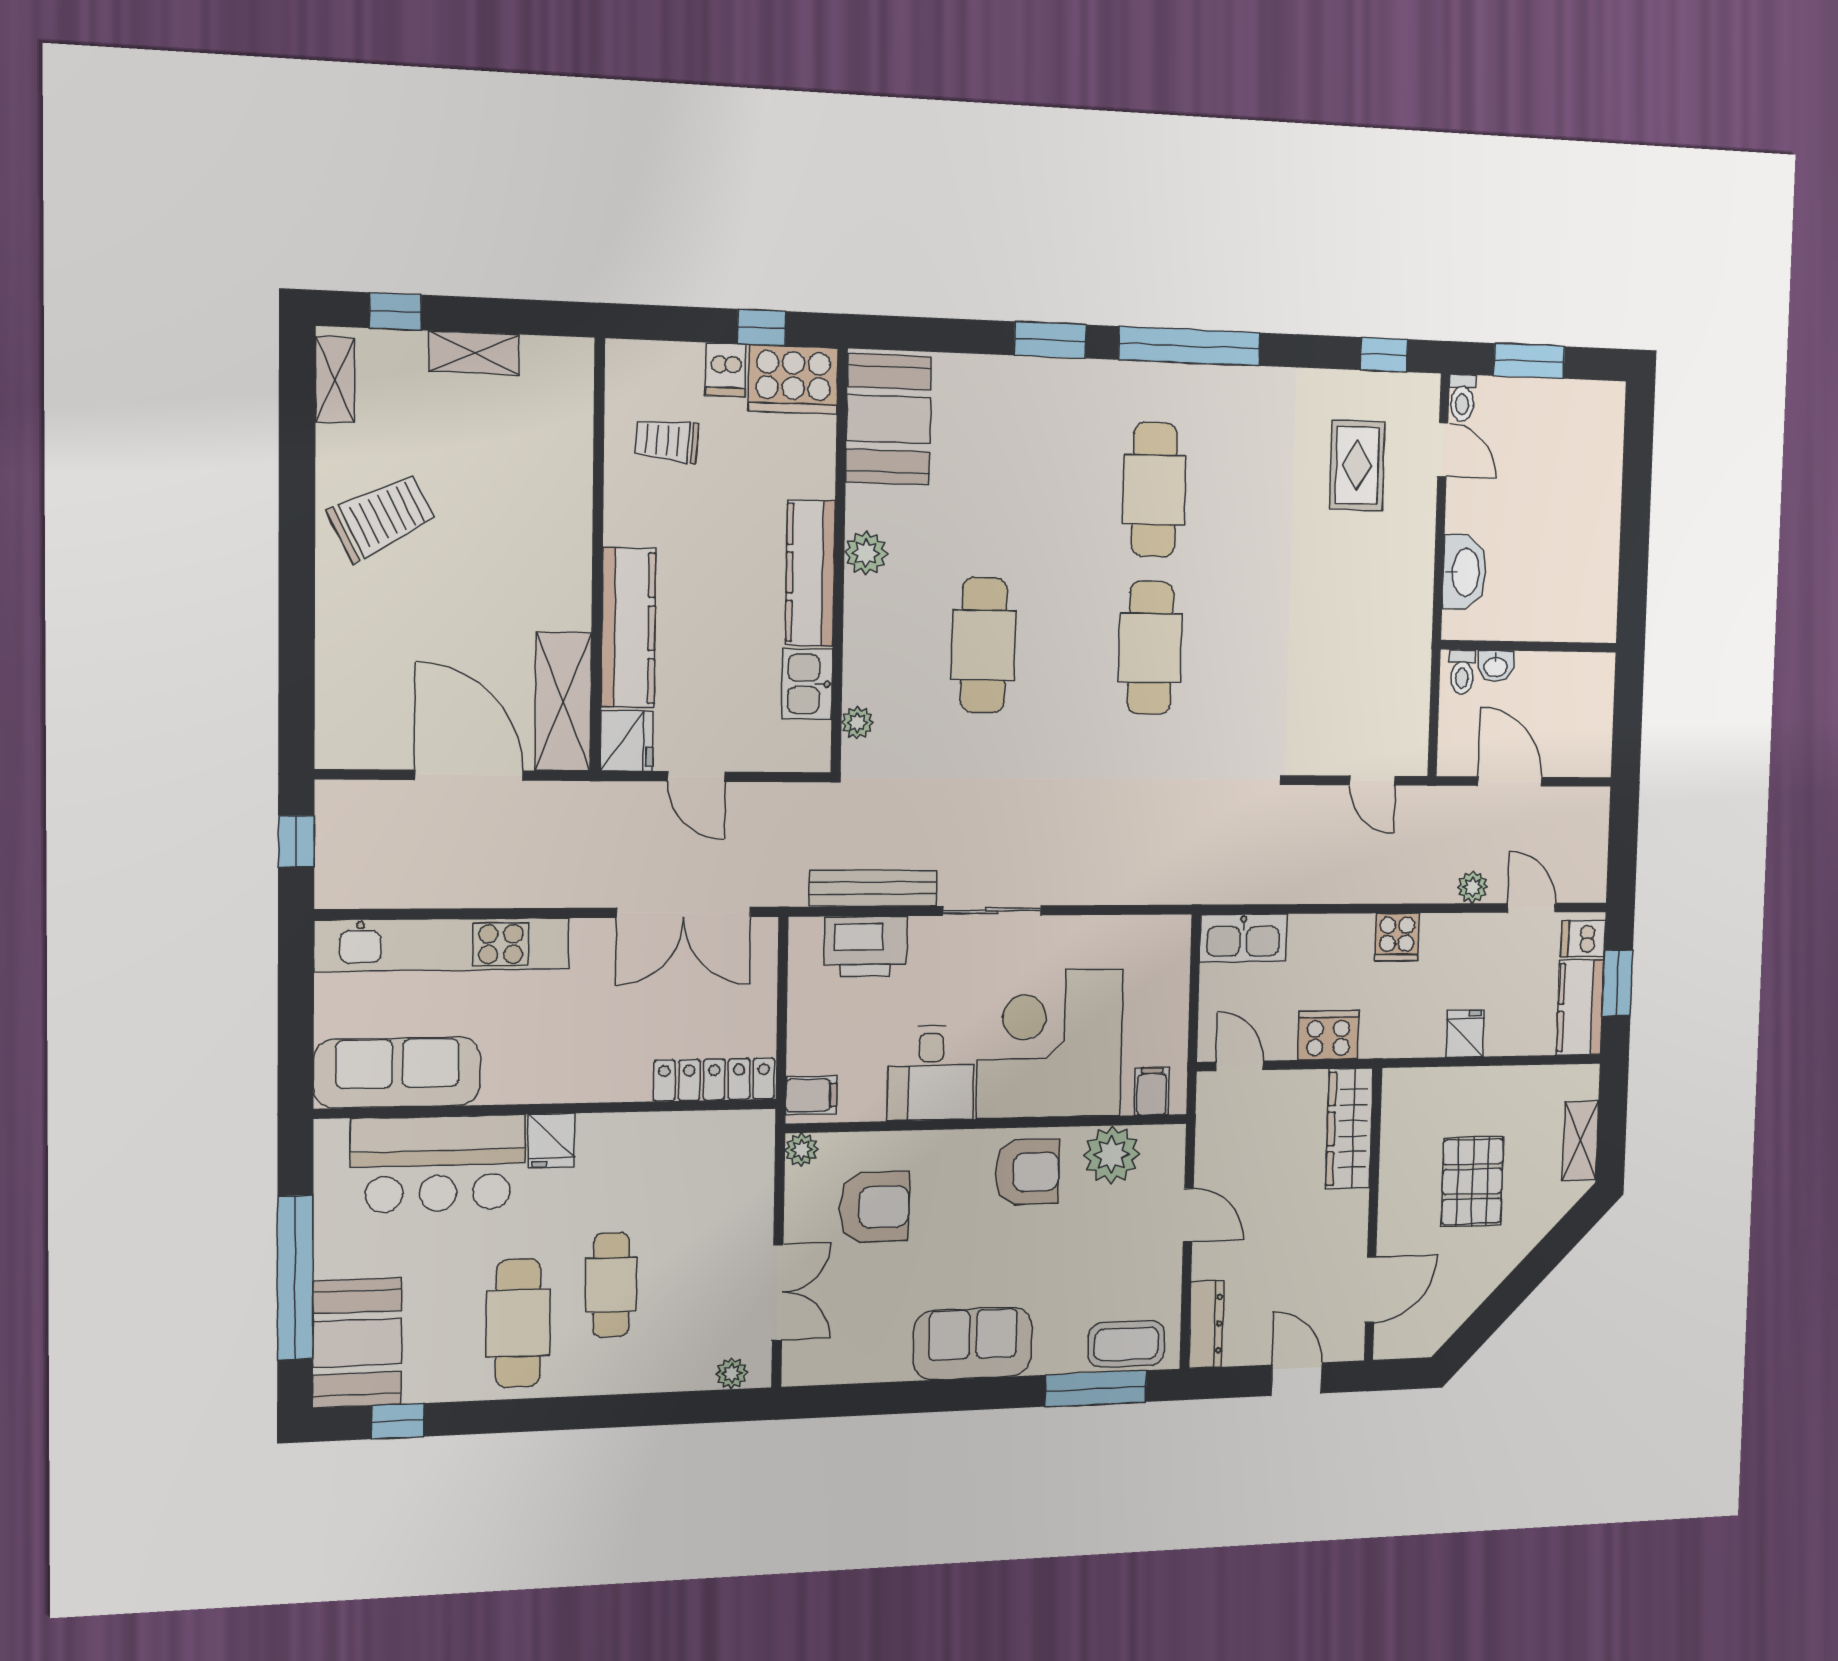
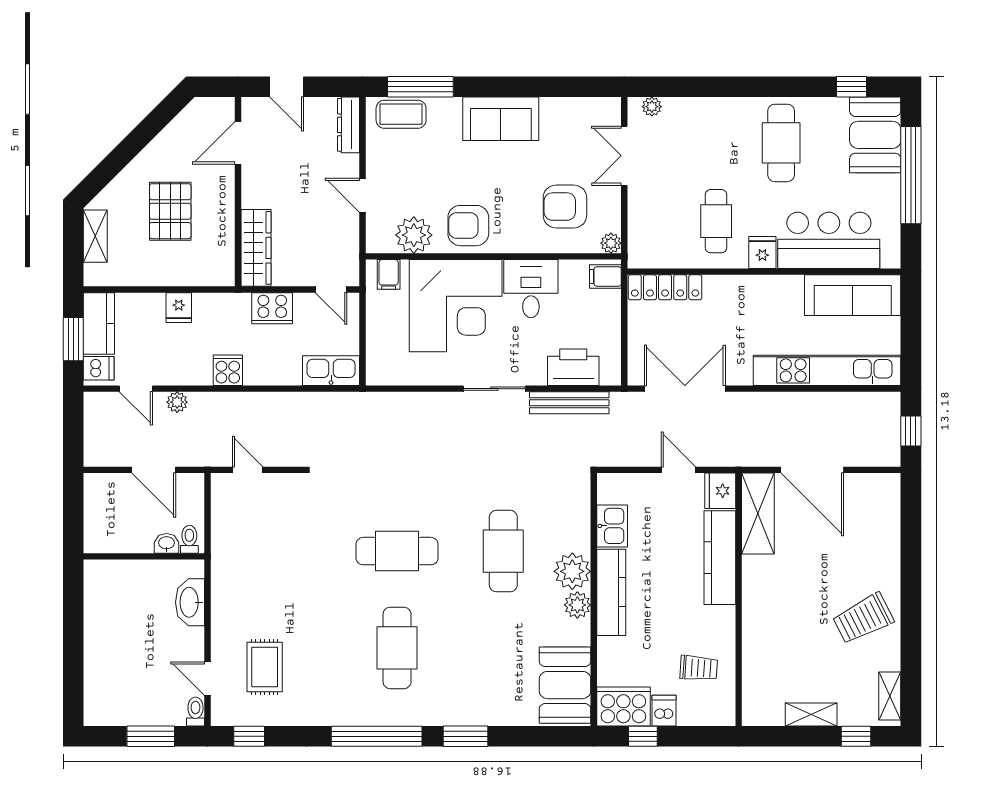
cafe table: (1150, 648) -> (397, 551), turned 90
plant: (857, 723) -> (572, 571), moved, width x1.88, depth x1.88
cafe table: (611, 1285) -> (716, 221), moved

